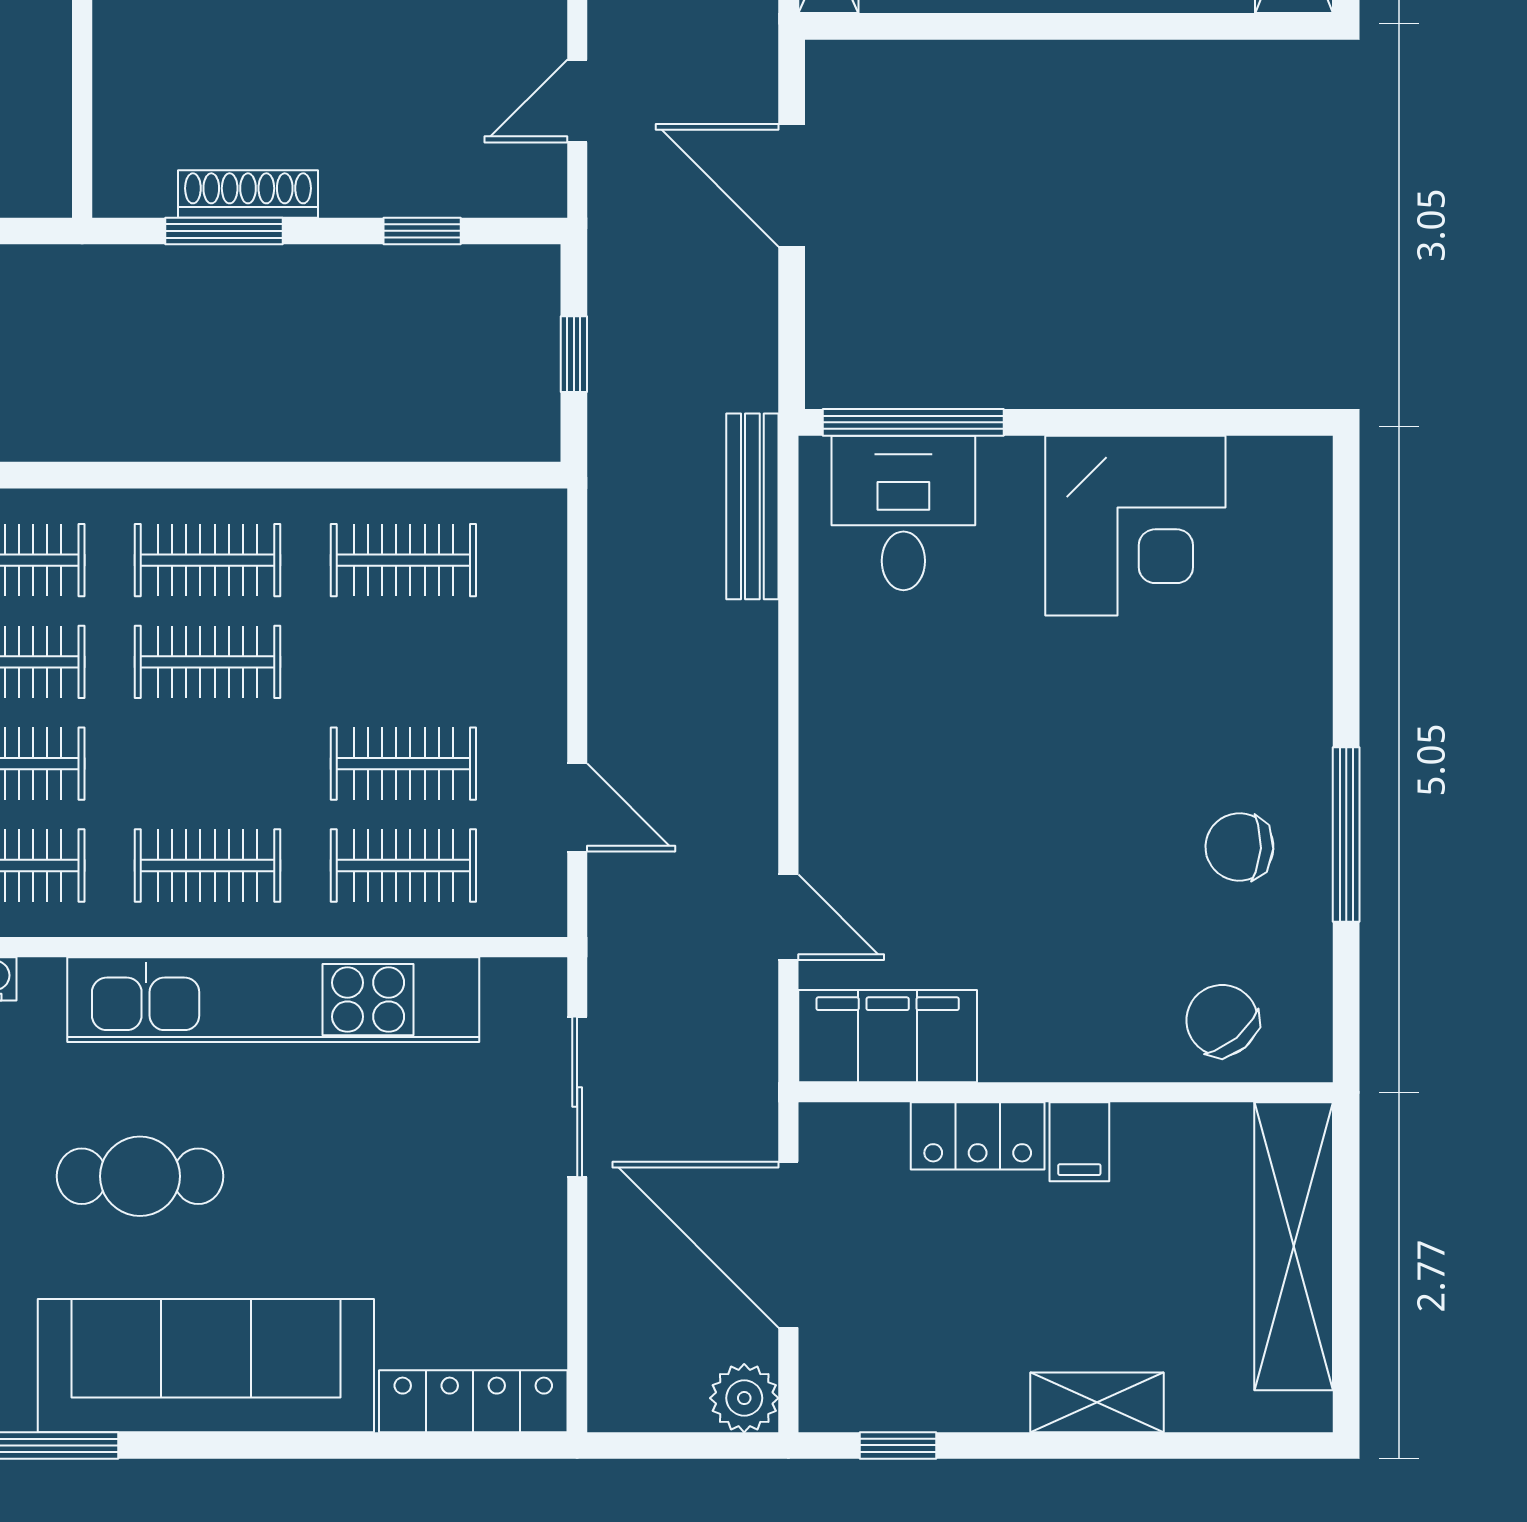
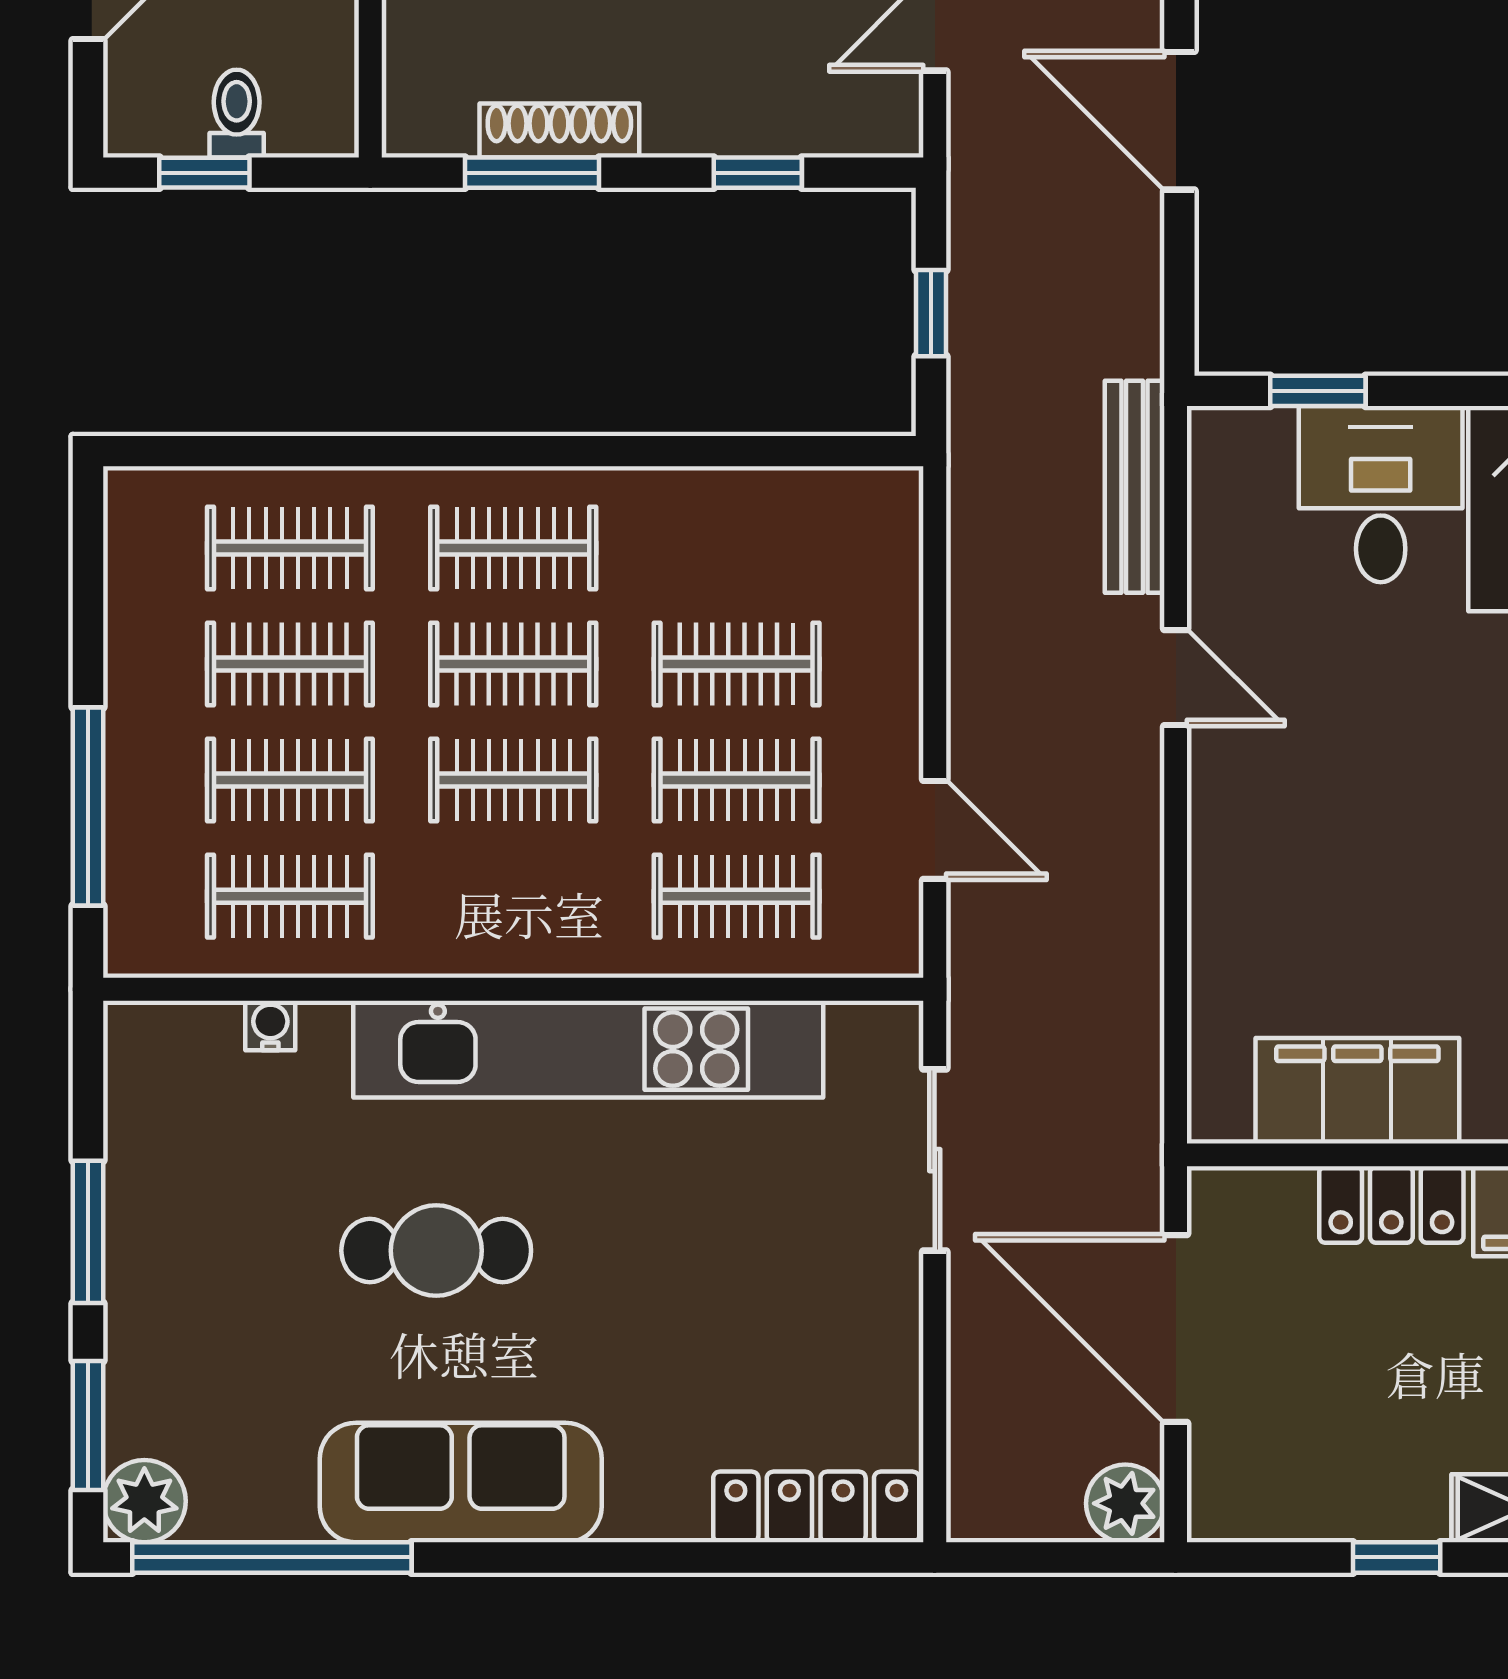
window: (913, 422) -> (1318, 391), width x0.46
desk: (903, 513) -> (1381, 494), moved
clothes rail: (403, 560) -> (737, 664), moved
clothes rail: (208, 865) -> (513, 780), moved
door: (788, 917) -> (1176, 678), moved
filing cabinet: (888, 1036) -> (1357, 1091), moved
sofa: (206, 1366) -> (461, 1483), width x0.74, depth x0.79
window: (898, 1445) -> (1397, 1557), moved

